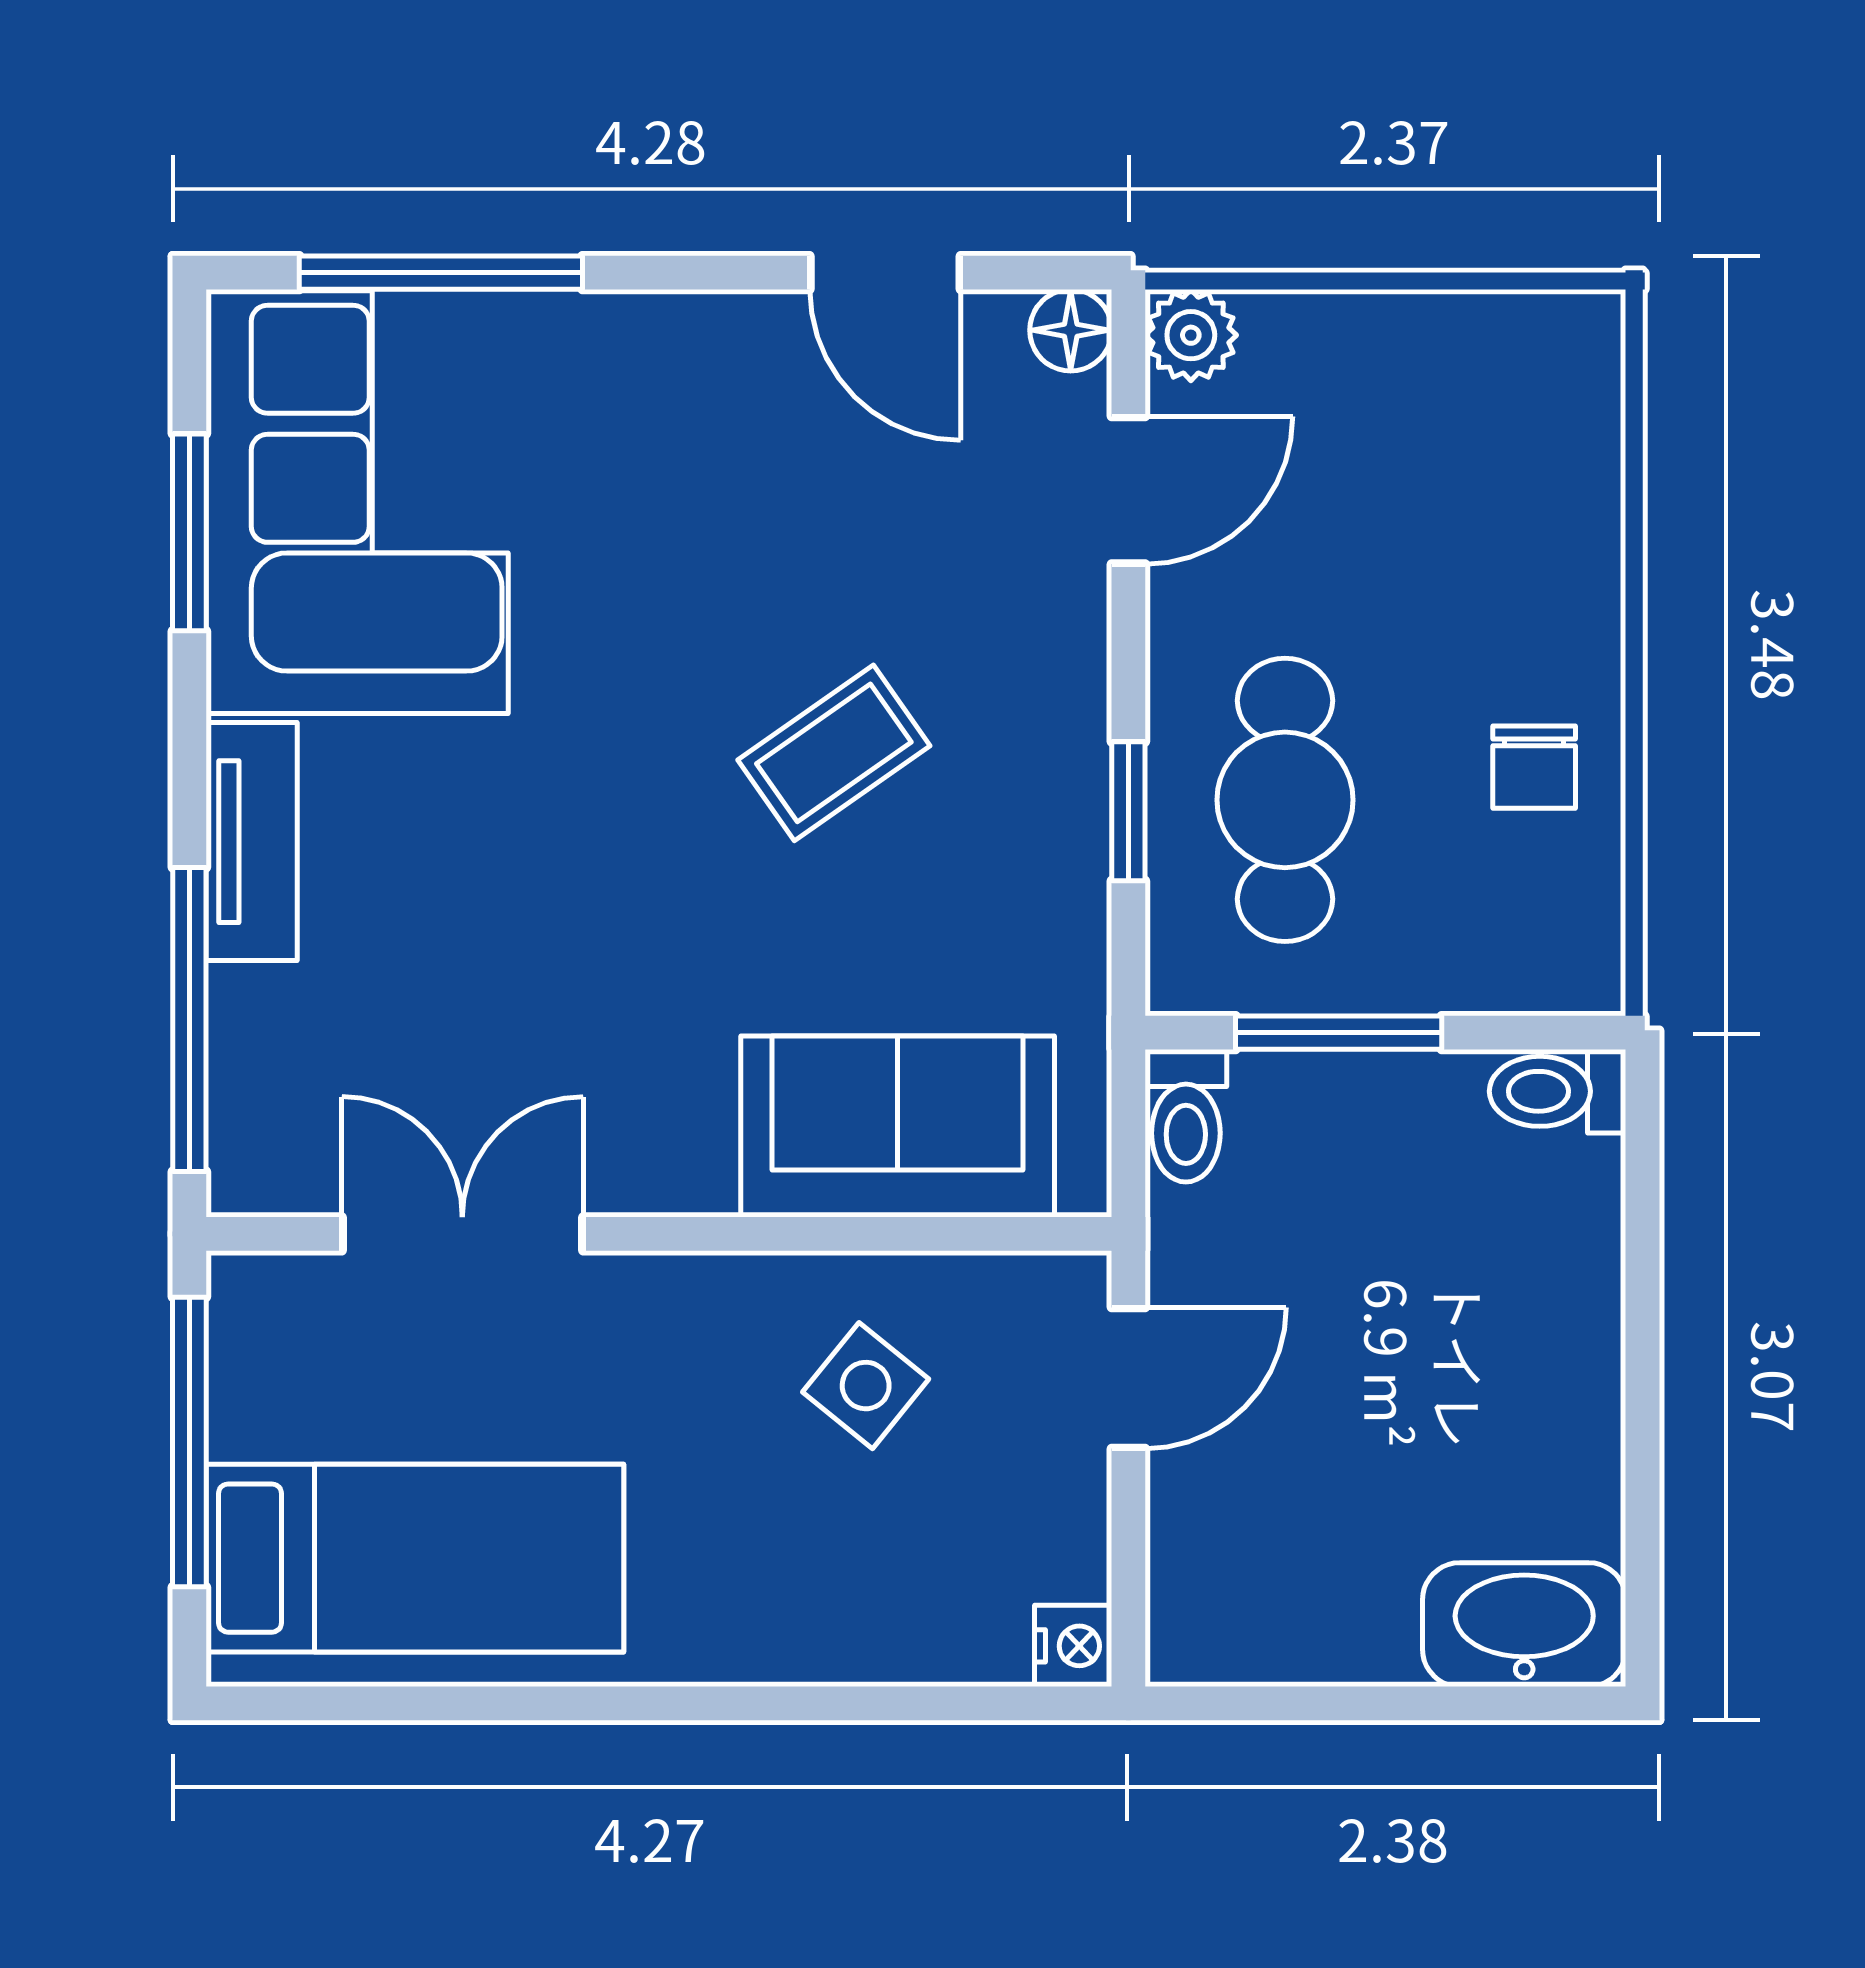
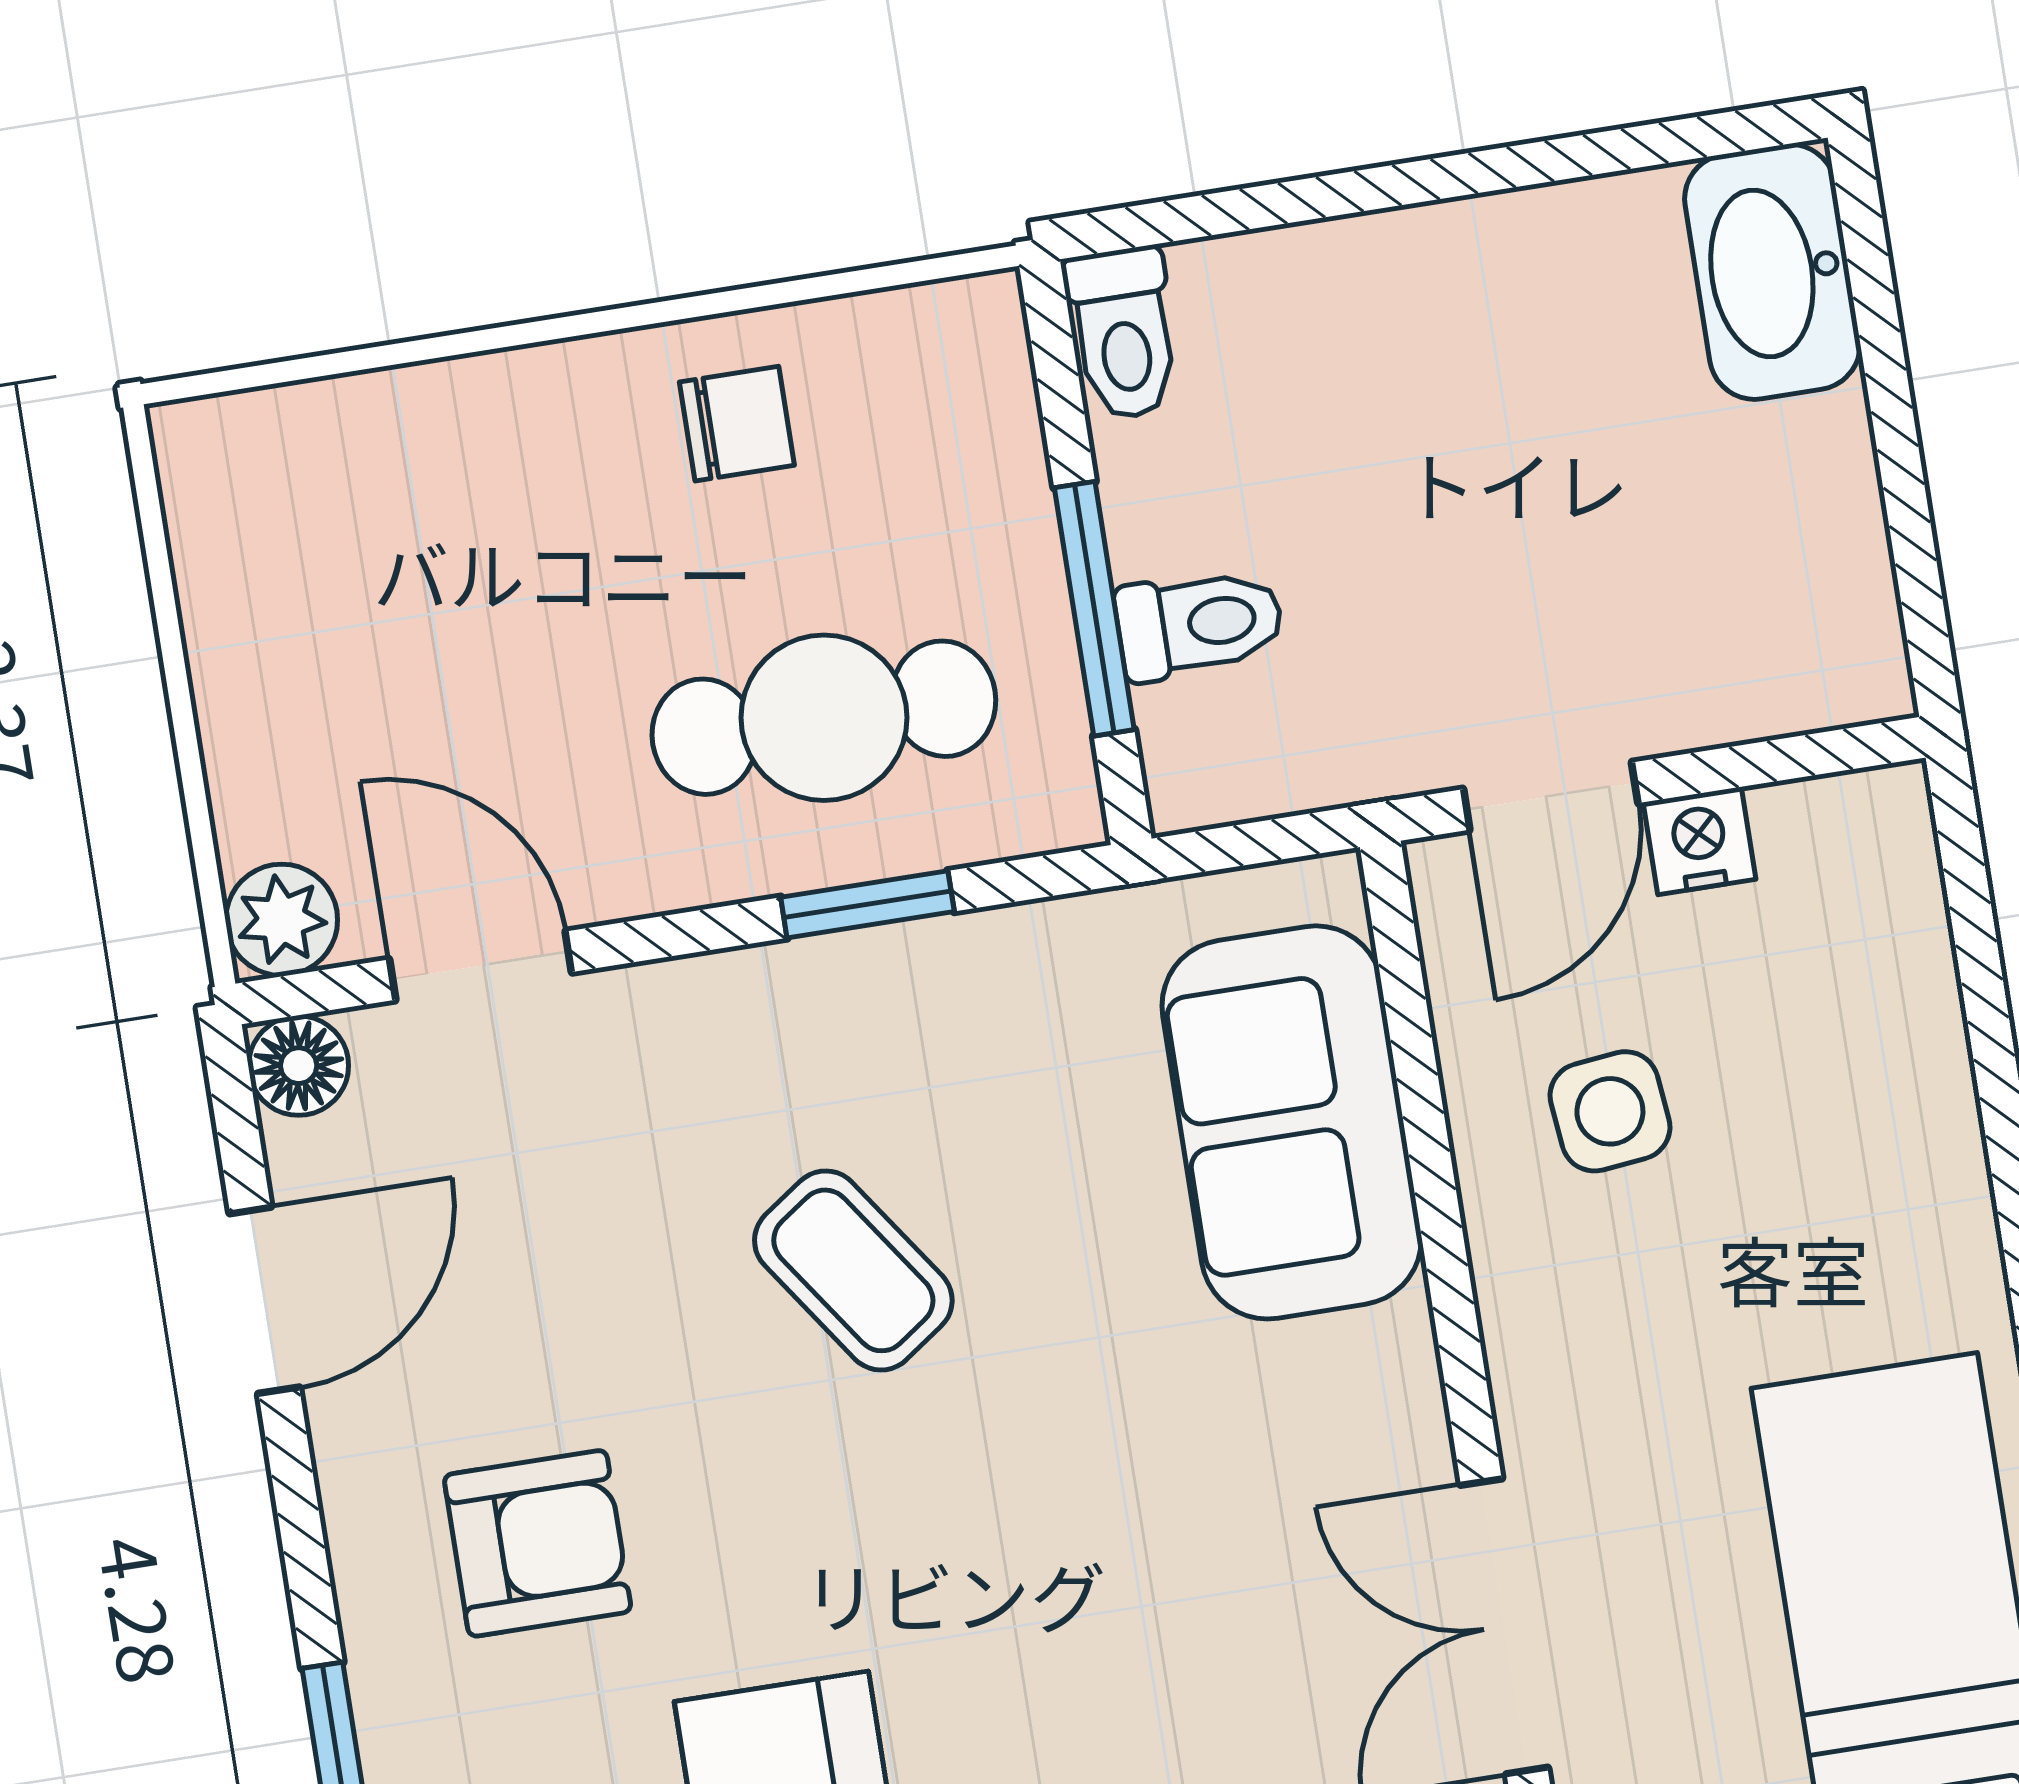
armchair: (654, 462) -> (538, 1543), added
toilet: (1186, 1116) -> (1199, 624), moved
door: (1128, 1378) -> (1551, 796), swing flipped
side table: (866, 1386) -> (1610, 1111), turned 45
nightstand: (1073, 1646) -> (1700, 841), moved

